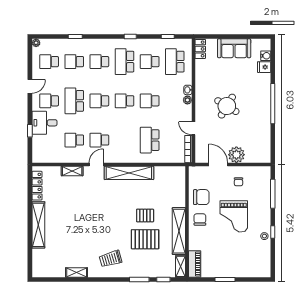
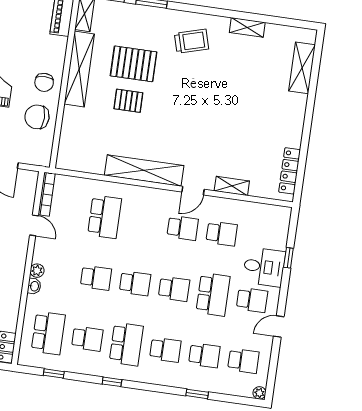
shelving: (38, 225) -> (302, 68), moved, width x0.68

